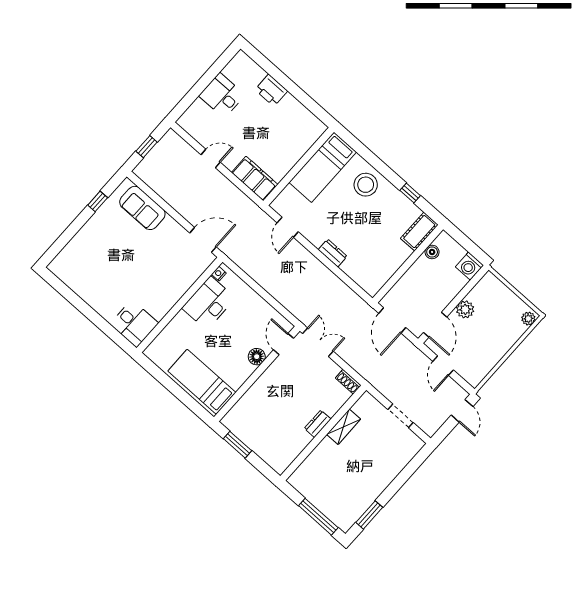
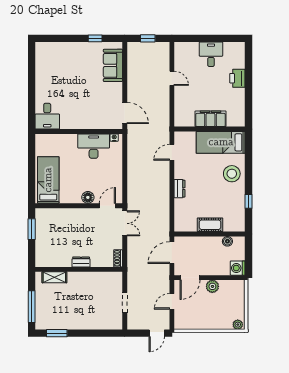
filing cabinet: (255, 178) -> (211, 119), moved, turned -90
cot: (419, 232) -> (210, 225), moved
shelving: (344, 427) -> (54, 277), moved

